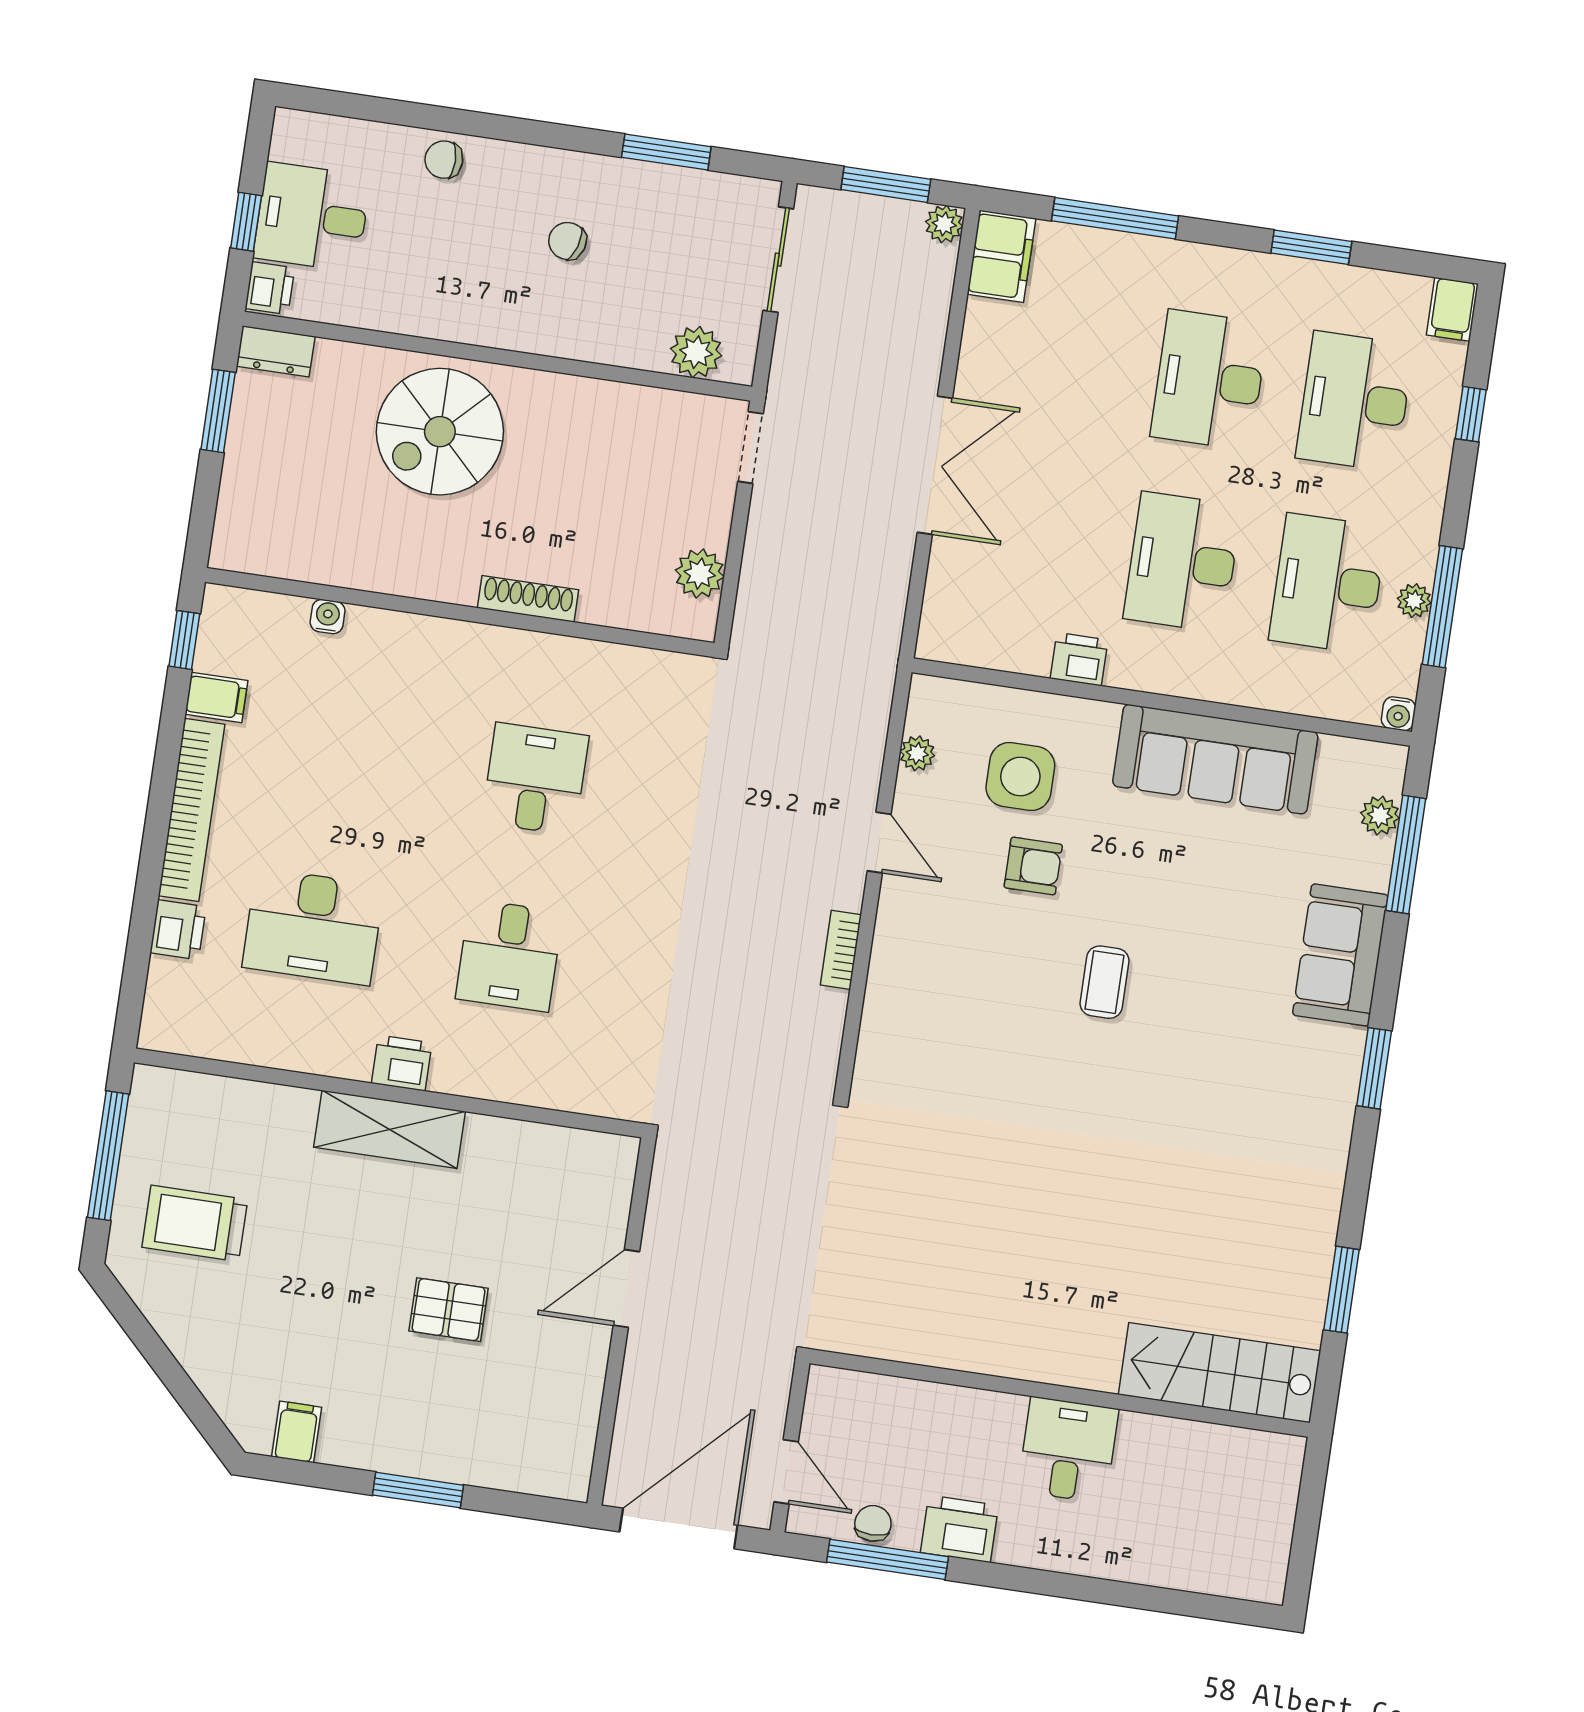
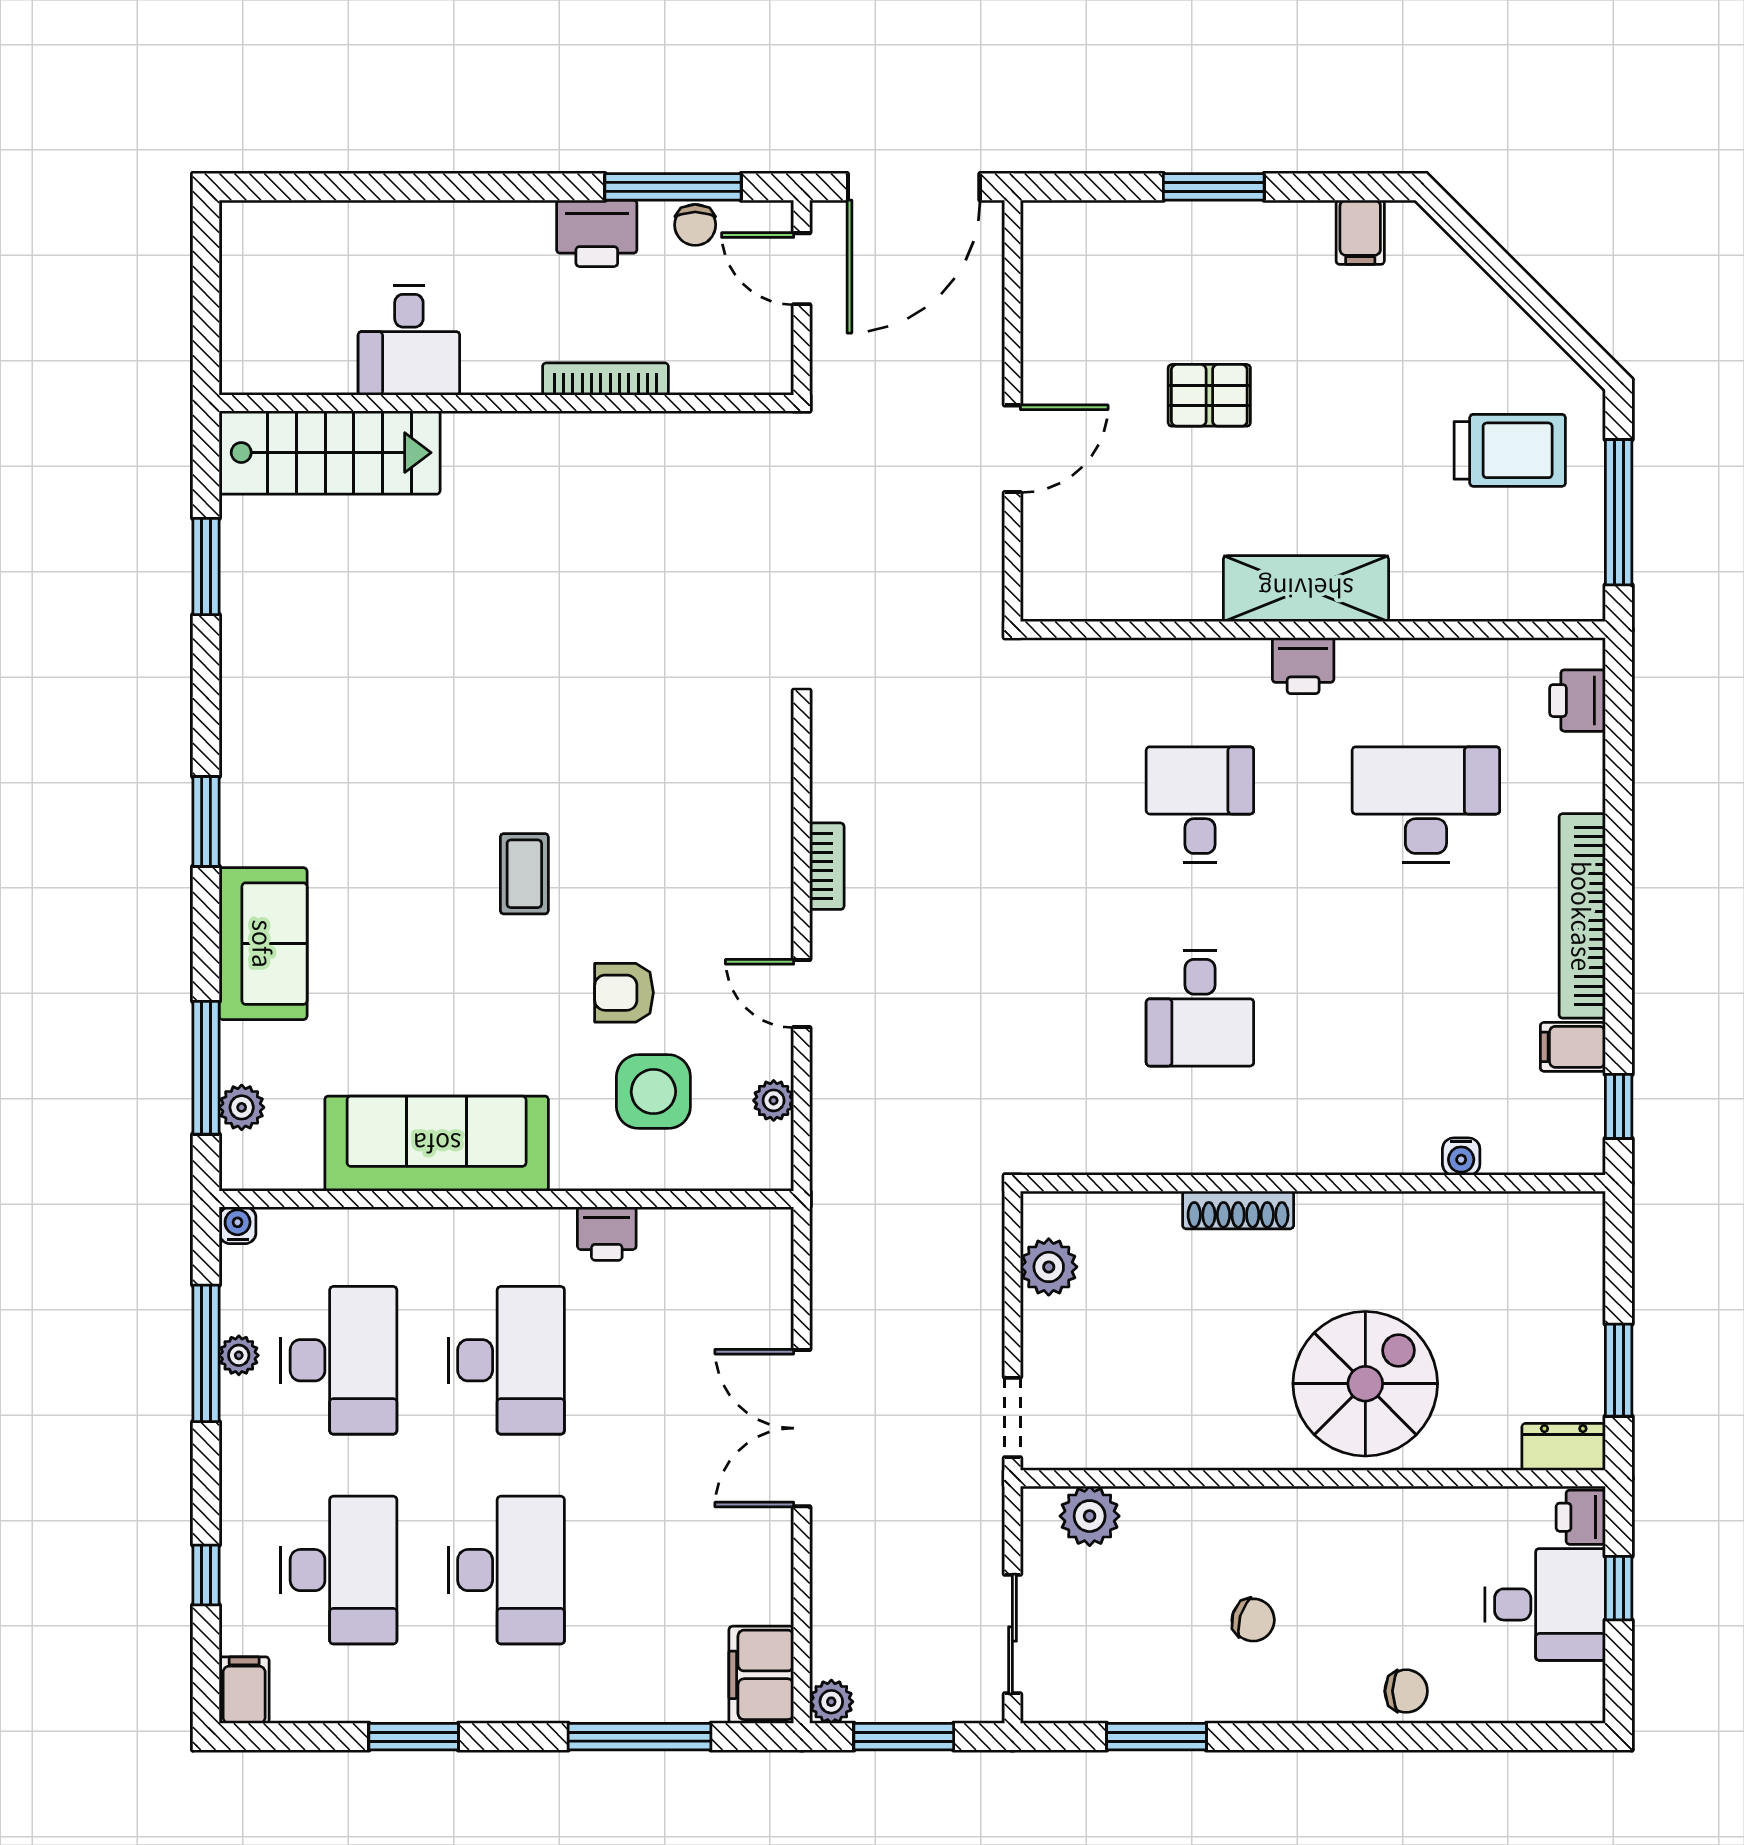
printer: (178, 930) -> (1578, 701), moved
bookcase: (971, 1401) -> (605, 379), added
desk: (1068, 1450) -> (409, 340), moved

